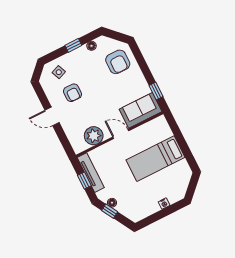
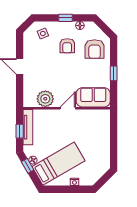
window: (156, 91) -> (114, 73), moved
armchair: (73, 93) -> (67, 46), moved
door: (121, 134) -> (68, 108), hinge flipped
bed: (155, 159) -> (58, 164), moved, turned 150

